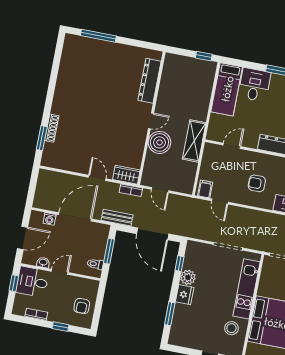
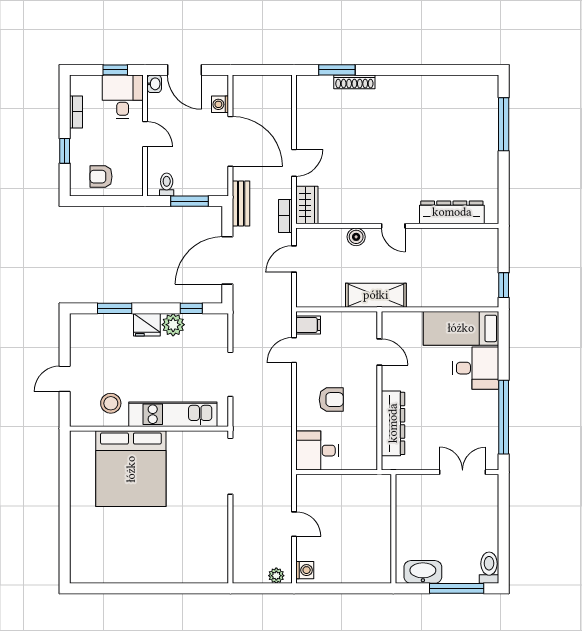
boiler: (159, 142) -> (356, 237), width x0.54, depth x0.54
armchair: (257, 183) -> (331, 400), turned 90
washbasin: (43, 262) -> (154, 84), moved

